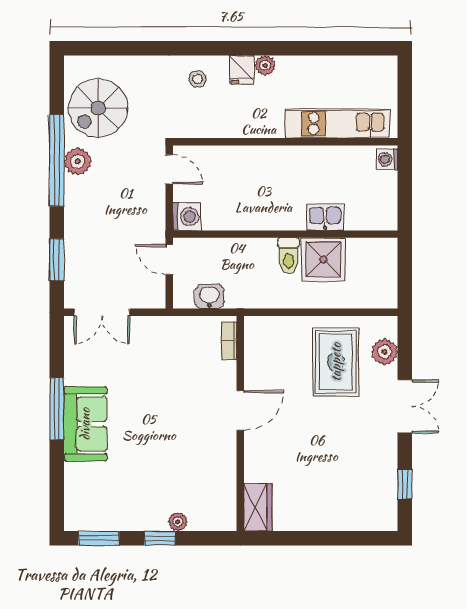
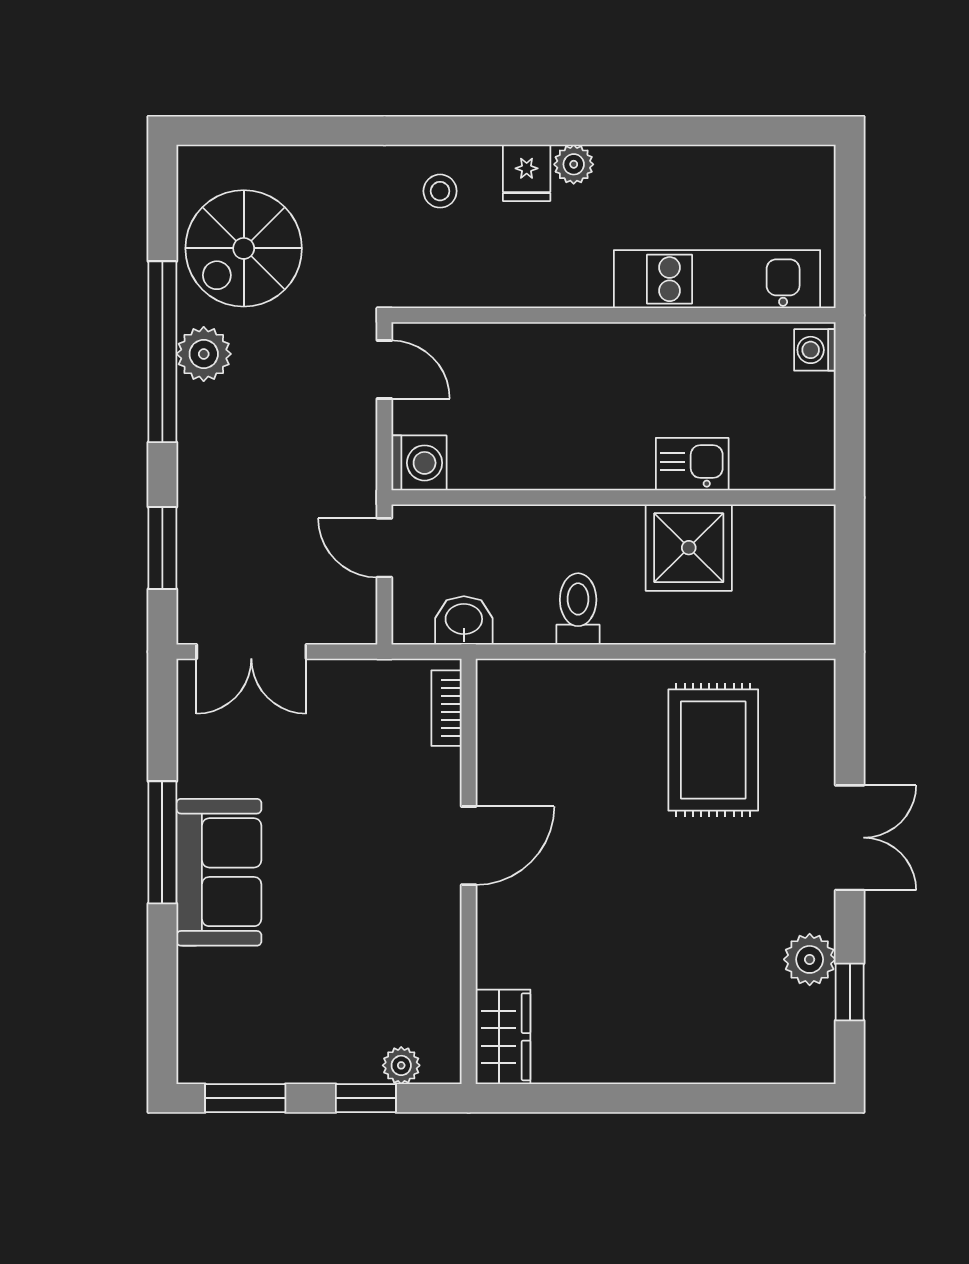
toilet: (289, 256) -> (578, 609), moved, turned 180
bookcase: (229, 341) -> (446, 708), moved
plant: (385, 352) -> (810, 959), moved
door: (240, 410) -> (469, 846), moved
wall: (240, 423) -> (469, 871), moved
wardrobe: (258, 507) -> (503, 1037), moved

